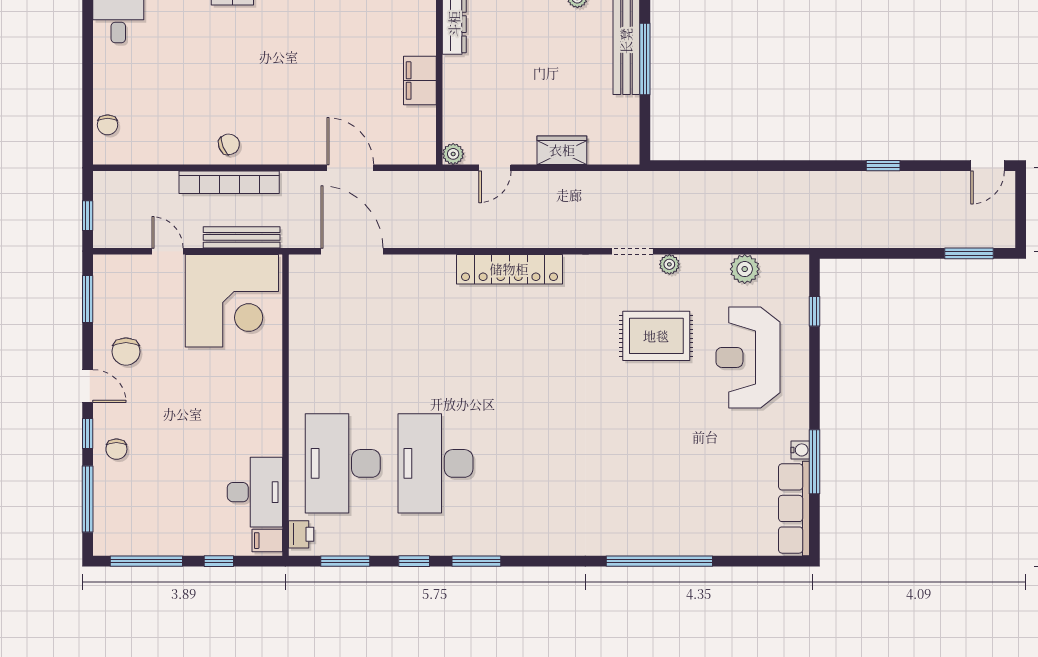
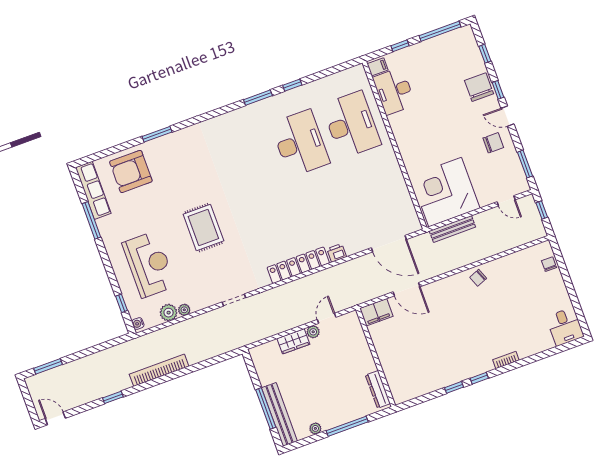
filing cabinet: (420, 81) -> (376, 312), moved, turned 90
plant: (453, 154) -> (313, 332), moved
door: (988, 166) -> (55, 418), hinge flipped
bookcase: (229, 182) -> (159, 370), moved
door: (167, 251) -> (506, 201), moved
plant: (669, 264) -> (184, 310), moved
rug: (656, 336) -> (203, 228), moved, turned 90
chair: (126, 352) -> (493, 143), turned 90
chair: (116, 449) -> (479, 87), width x1.87, depth x1.87
water cooler: (800, 450) -> (138, 324), moved
window: (88, 499) -> (485, 54), width x0.46
armchair: (723, 517) -> (131, 171), added
printer: (301, 534) -> (337, 253), moved, turned 90
window: (345, 561) -> (330, 71), removed
window: (659, 561) -> (157, 134), width x0.47

